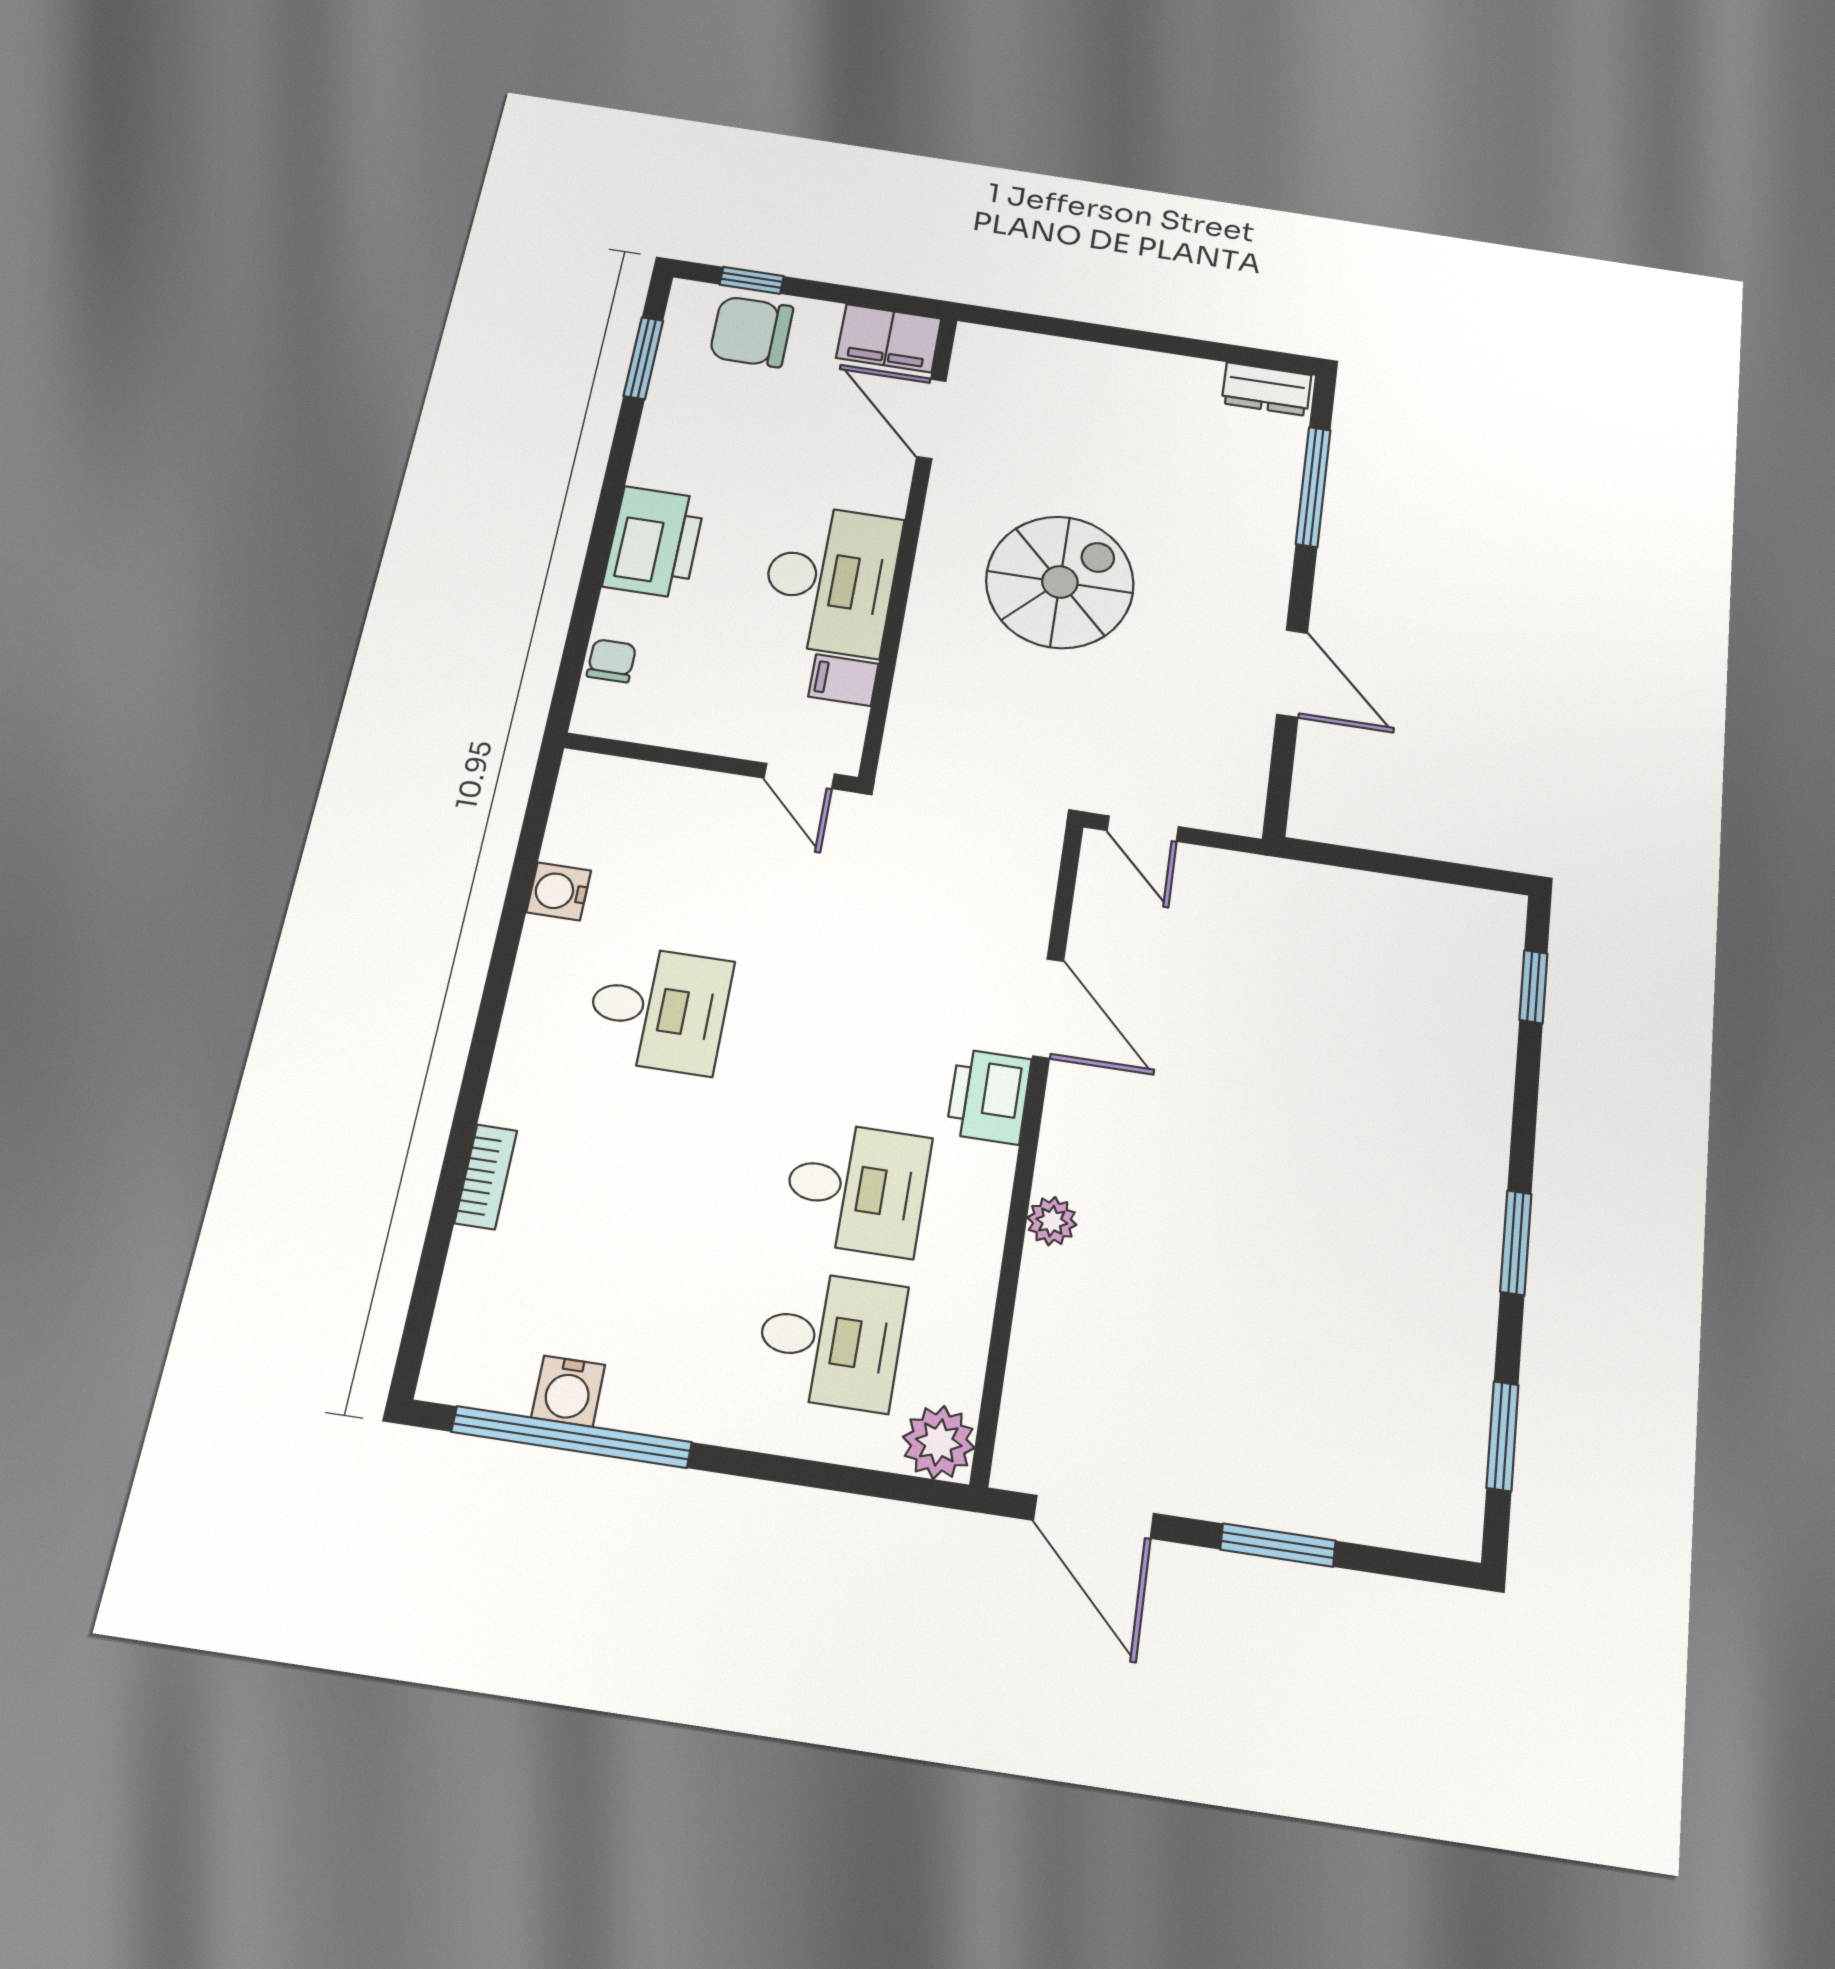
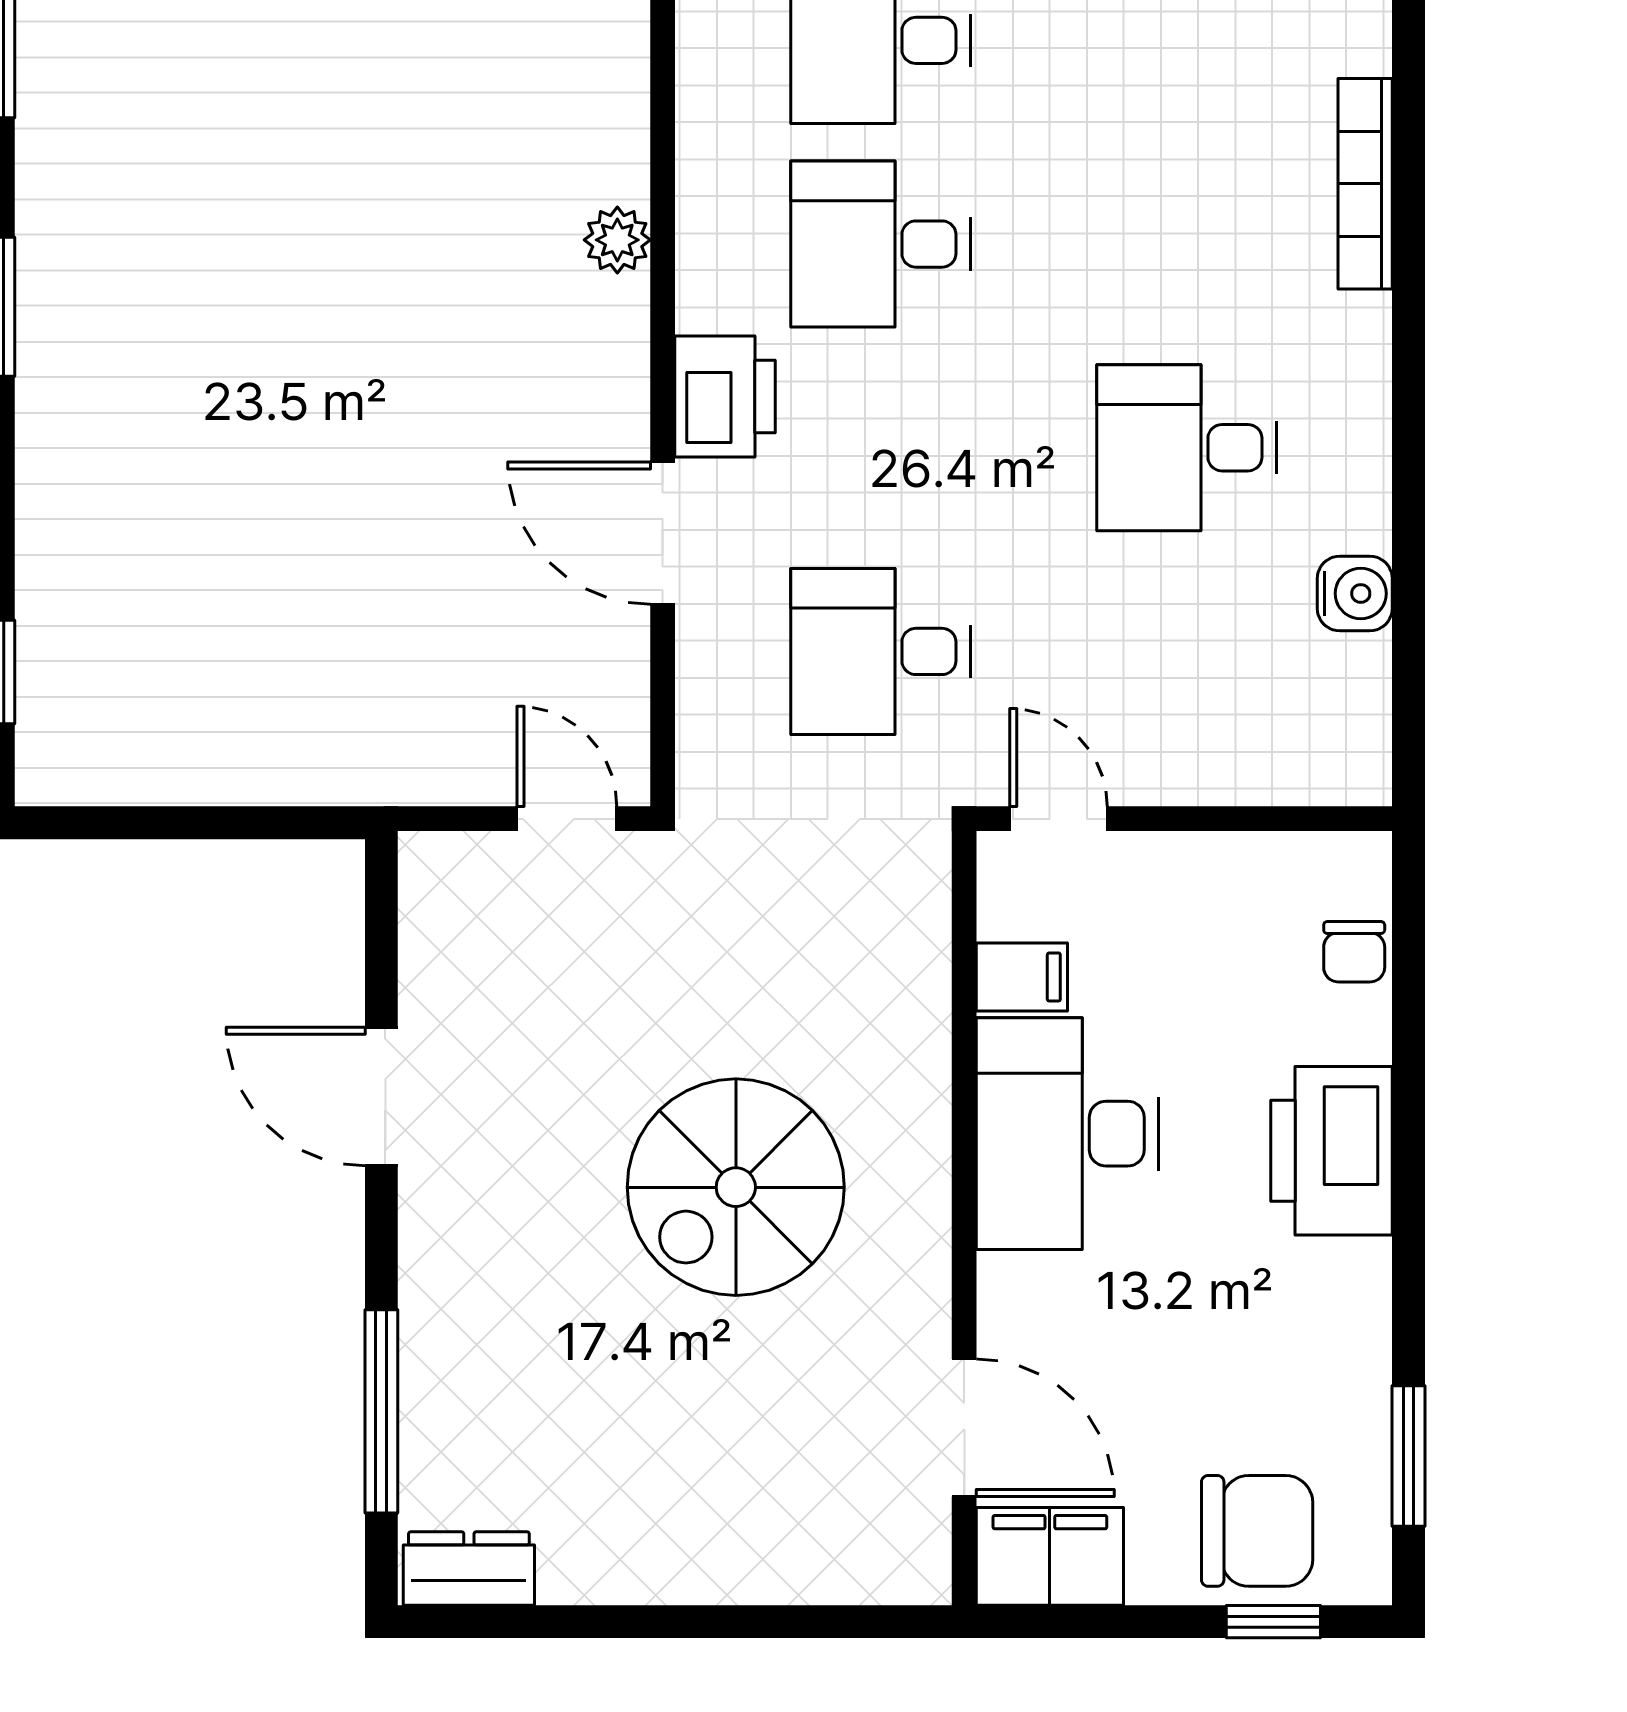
desk: (905, 905) -> (880, 651), added
bookcase: (486, 1177) -> (1365, 184), width x1.56

